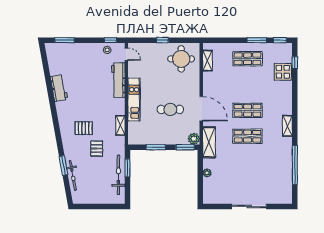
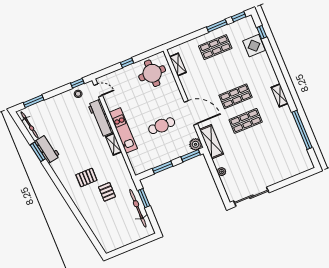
shelving: (120, 125) -> (114, 144), moved
window: (63, 165) -> (38, 152), moved
bicycle: (73, 175) -> (30, 125), moved
sliding door: (249, 206) -> (251, 197), moved

